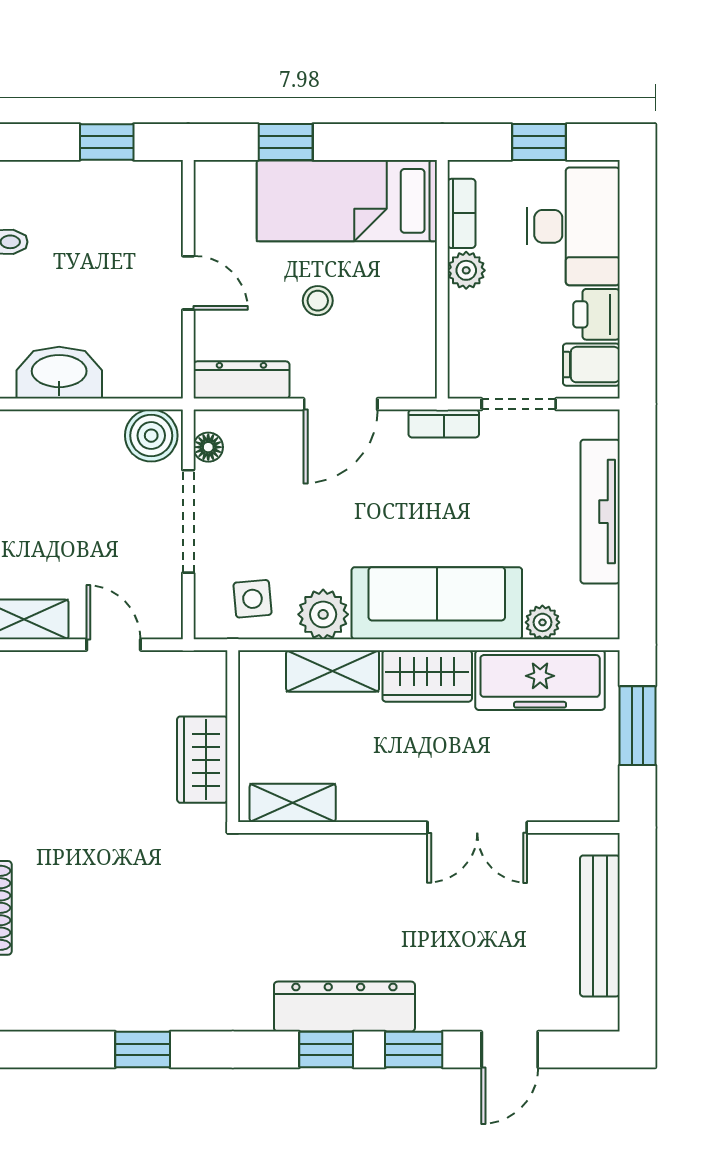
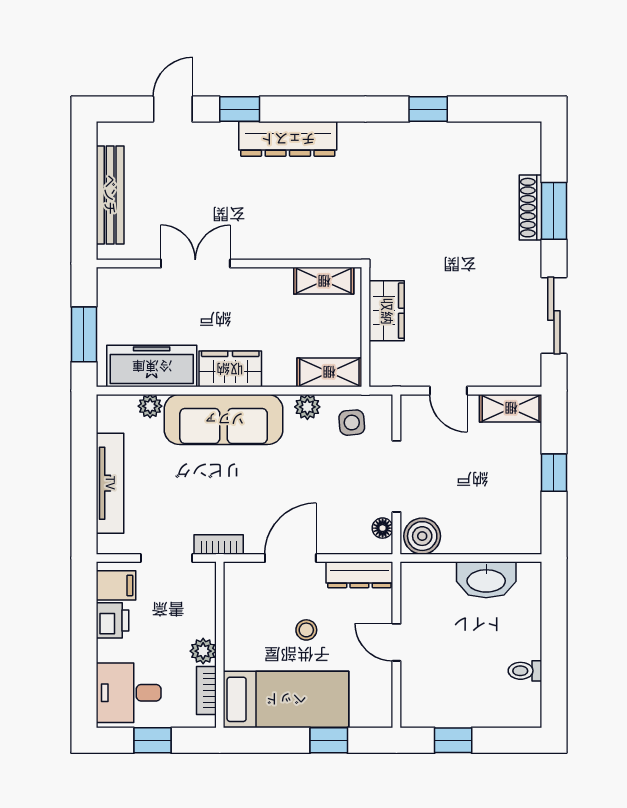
desk: (573, 226) -> (129, 693), width x0.73
plant: (323, 614) -> (307, 407), width x0.73, depth x0.73
shelving: (333, 671) -> (329, 372), moved
window: (326, 1049) -> (301, 109), removed

